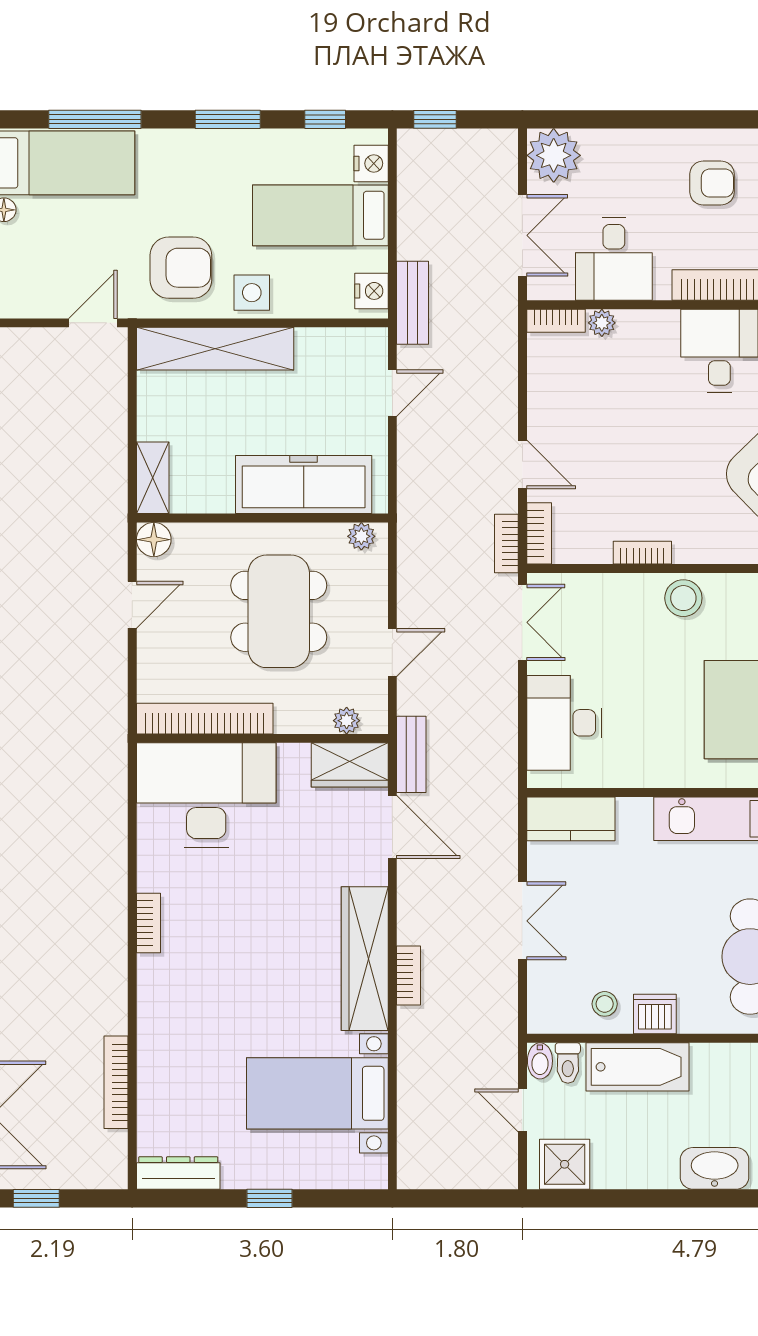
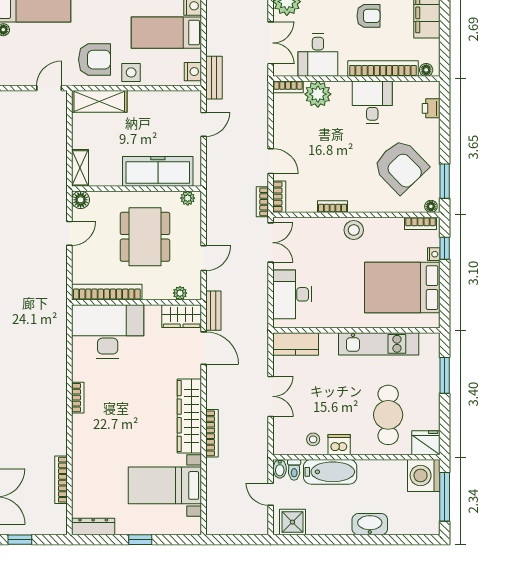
plant: (602, 323) -> (318, 94), width x1.88, depth x1.88
shelving: (215, 349) -> (99, 101), width x0.68
bookcase: (409, 975) -> (212, 433), width x1.56

